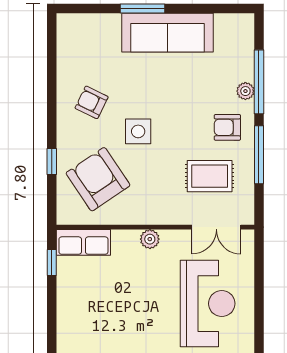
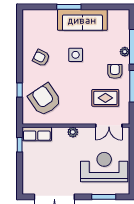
armchair: (227, 127) -> (115, 71), turned 90
side table: (138, 131) -> (76, 55), moved
reception desk: (208, 304) -> (104, 167), turned -90

